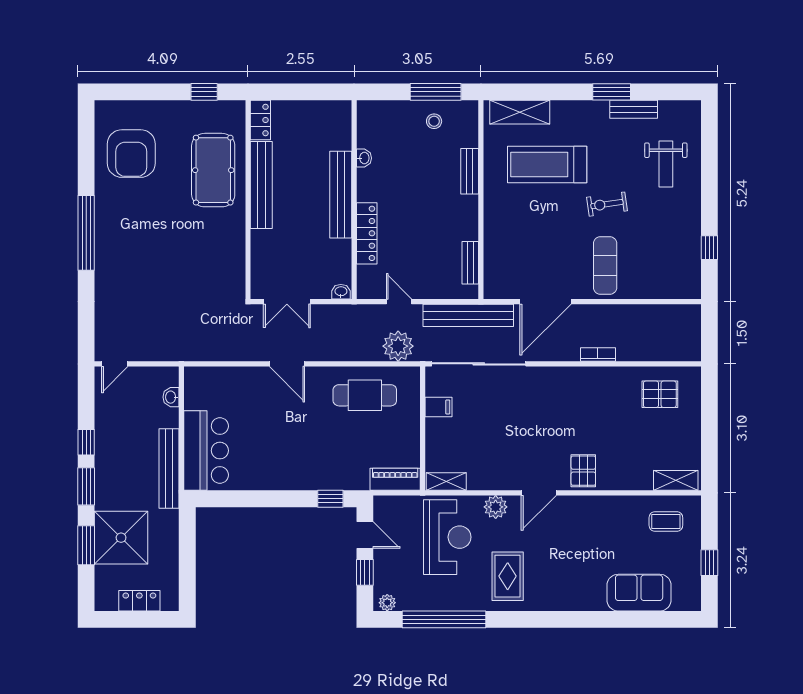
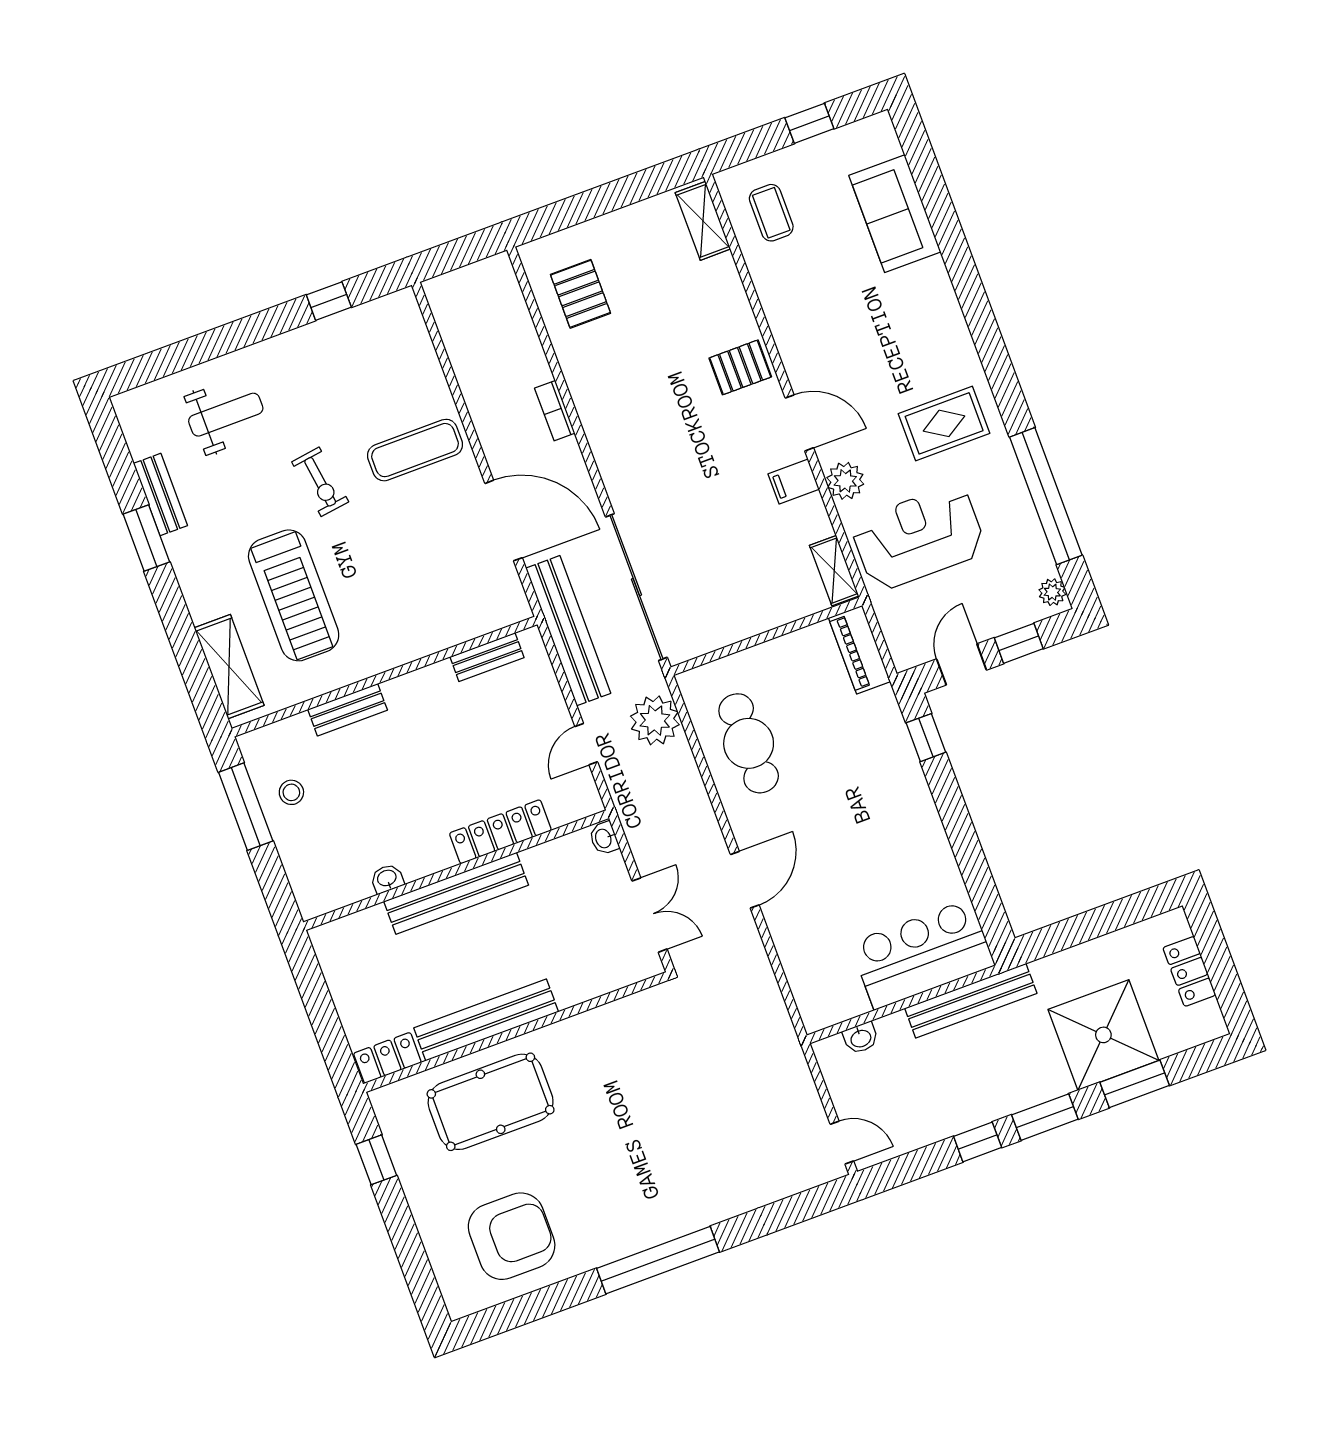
filing cabinet: (438, 407) -> (794, 481), moved, turned -90

